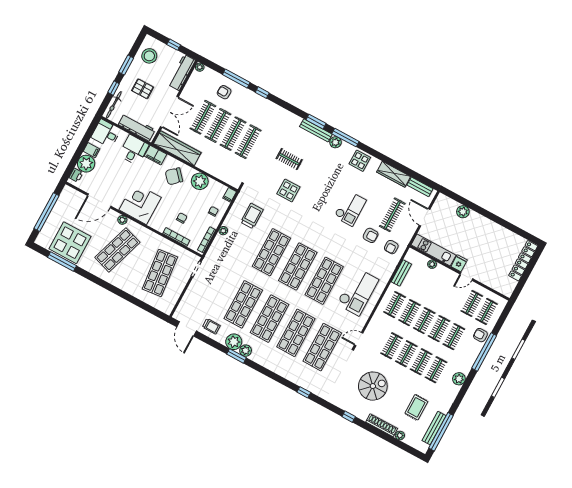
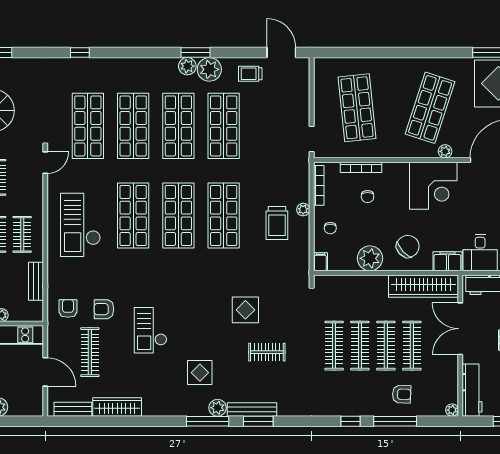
display table: (360, 161) -> (200, 373), moved
trolley: (252, 216) -> (277, 223), moved

